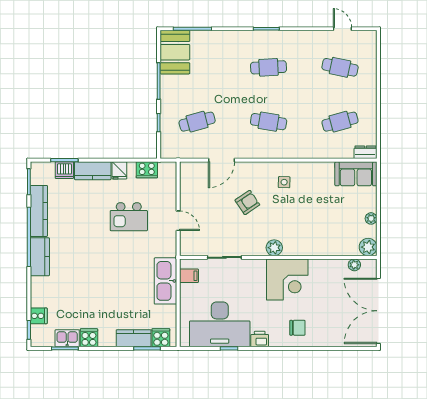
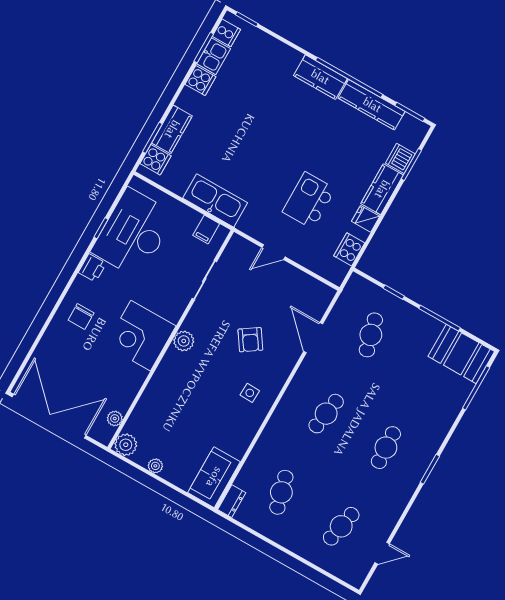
cooker: (39, 316) -> (226, 33), moved, turned -90

